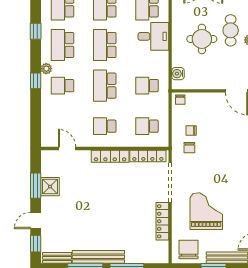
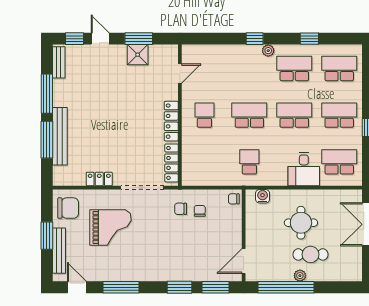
school desk: (62, 86) -> (249, 68), removed
school desk: (147, 126) -> (204, 162), removed
locker: (162, 221) -> (99, 179), width x0.66
bench: (98, 257) -> (60, 136), moved

